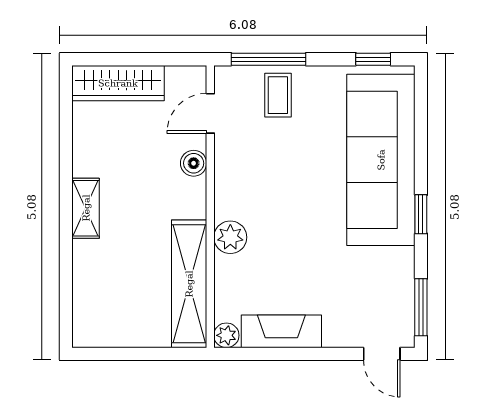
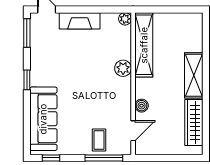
wardrobe: (118, 83) -> (194, 122), moved, turned -90
sofa: (381, 160) -> (43, 119), width x0.74, depth x0.79
shelving: (86, 208) -> (194, 75), width x1.50, depth x1.33
fireplace: (281, 331) -> (80, 21), moved

